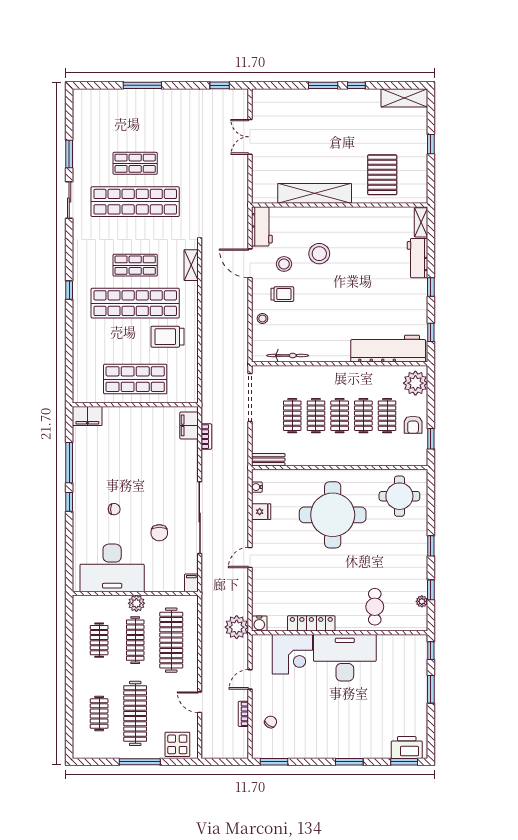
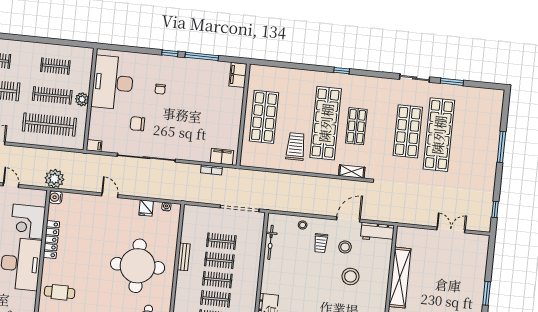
shop shelf: (135, 163) -> (439, 135), width x2.00, depth x1.36
shop shelf: (135, 202) -> (408, 131), width x0.71
bench: (268, 460) -> (184, 257), moved

